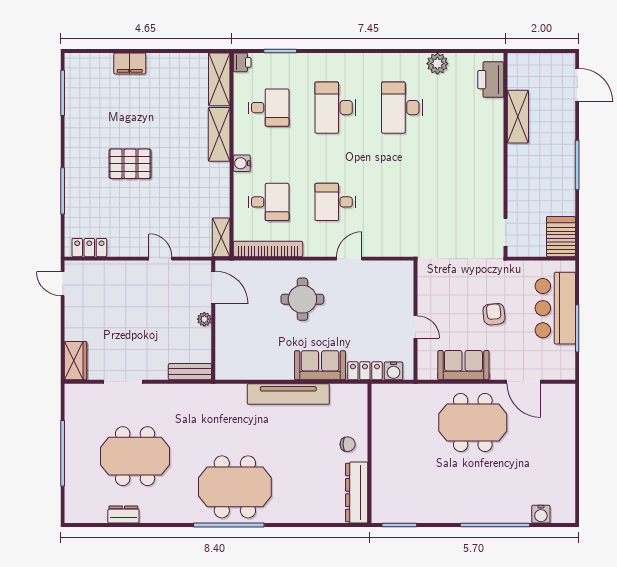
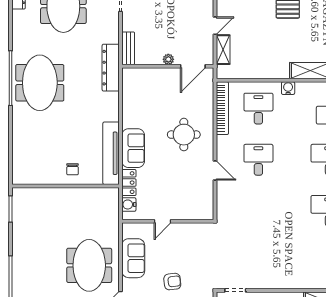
desk: (269, 202) -> (258, 109), turned 180
shelving: (221, 237) -> (223, 50), moved, turned 90
tv unit: (288, 394) -> (111, 153), moved
dresser: (357, 493) -> (111, 68), moved, turned -90

